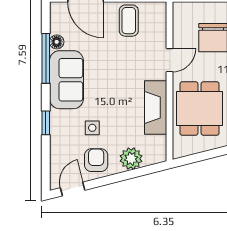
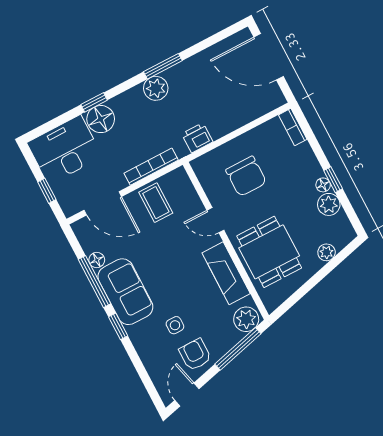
door: (170, 60) -> (215, 220), swing flipped
window: (46, 123) -> (118, 326), moved
plant: (131, 159) -> (246, 319), moved
window: (133, 174) -> (238, 349), added

